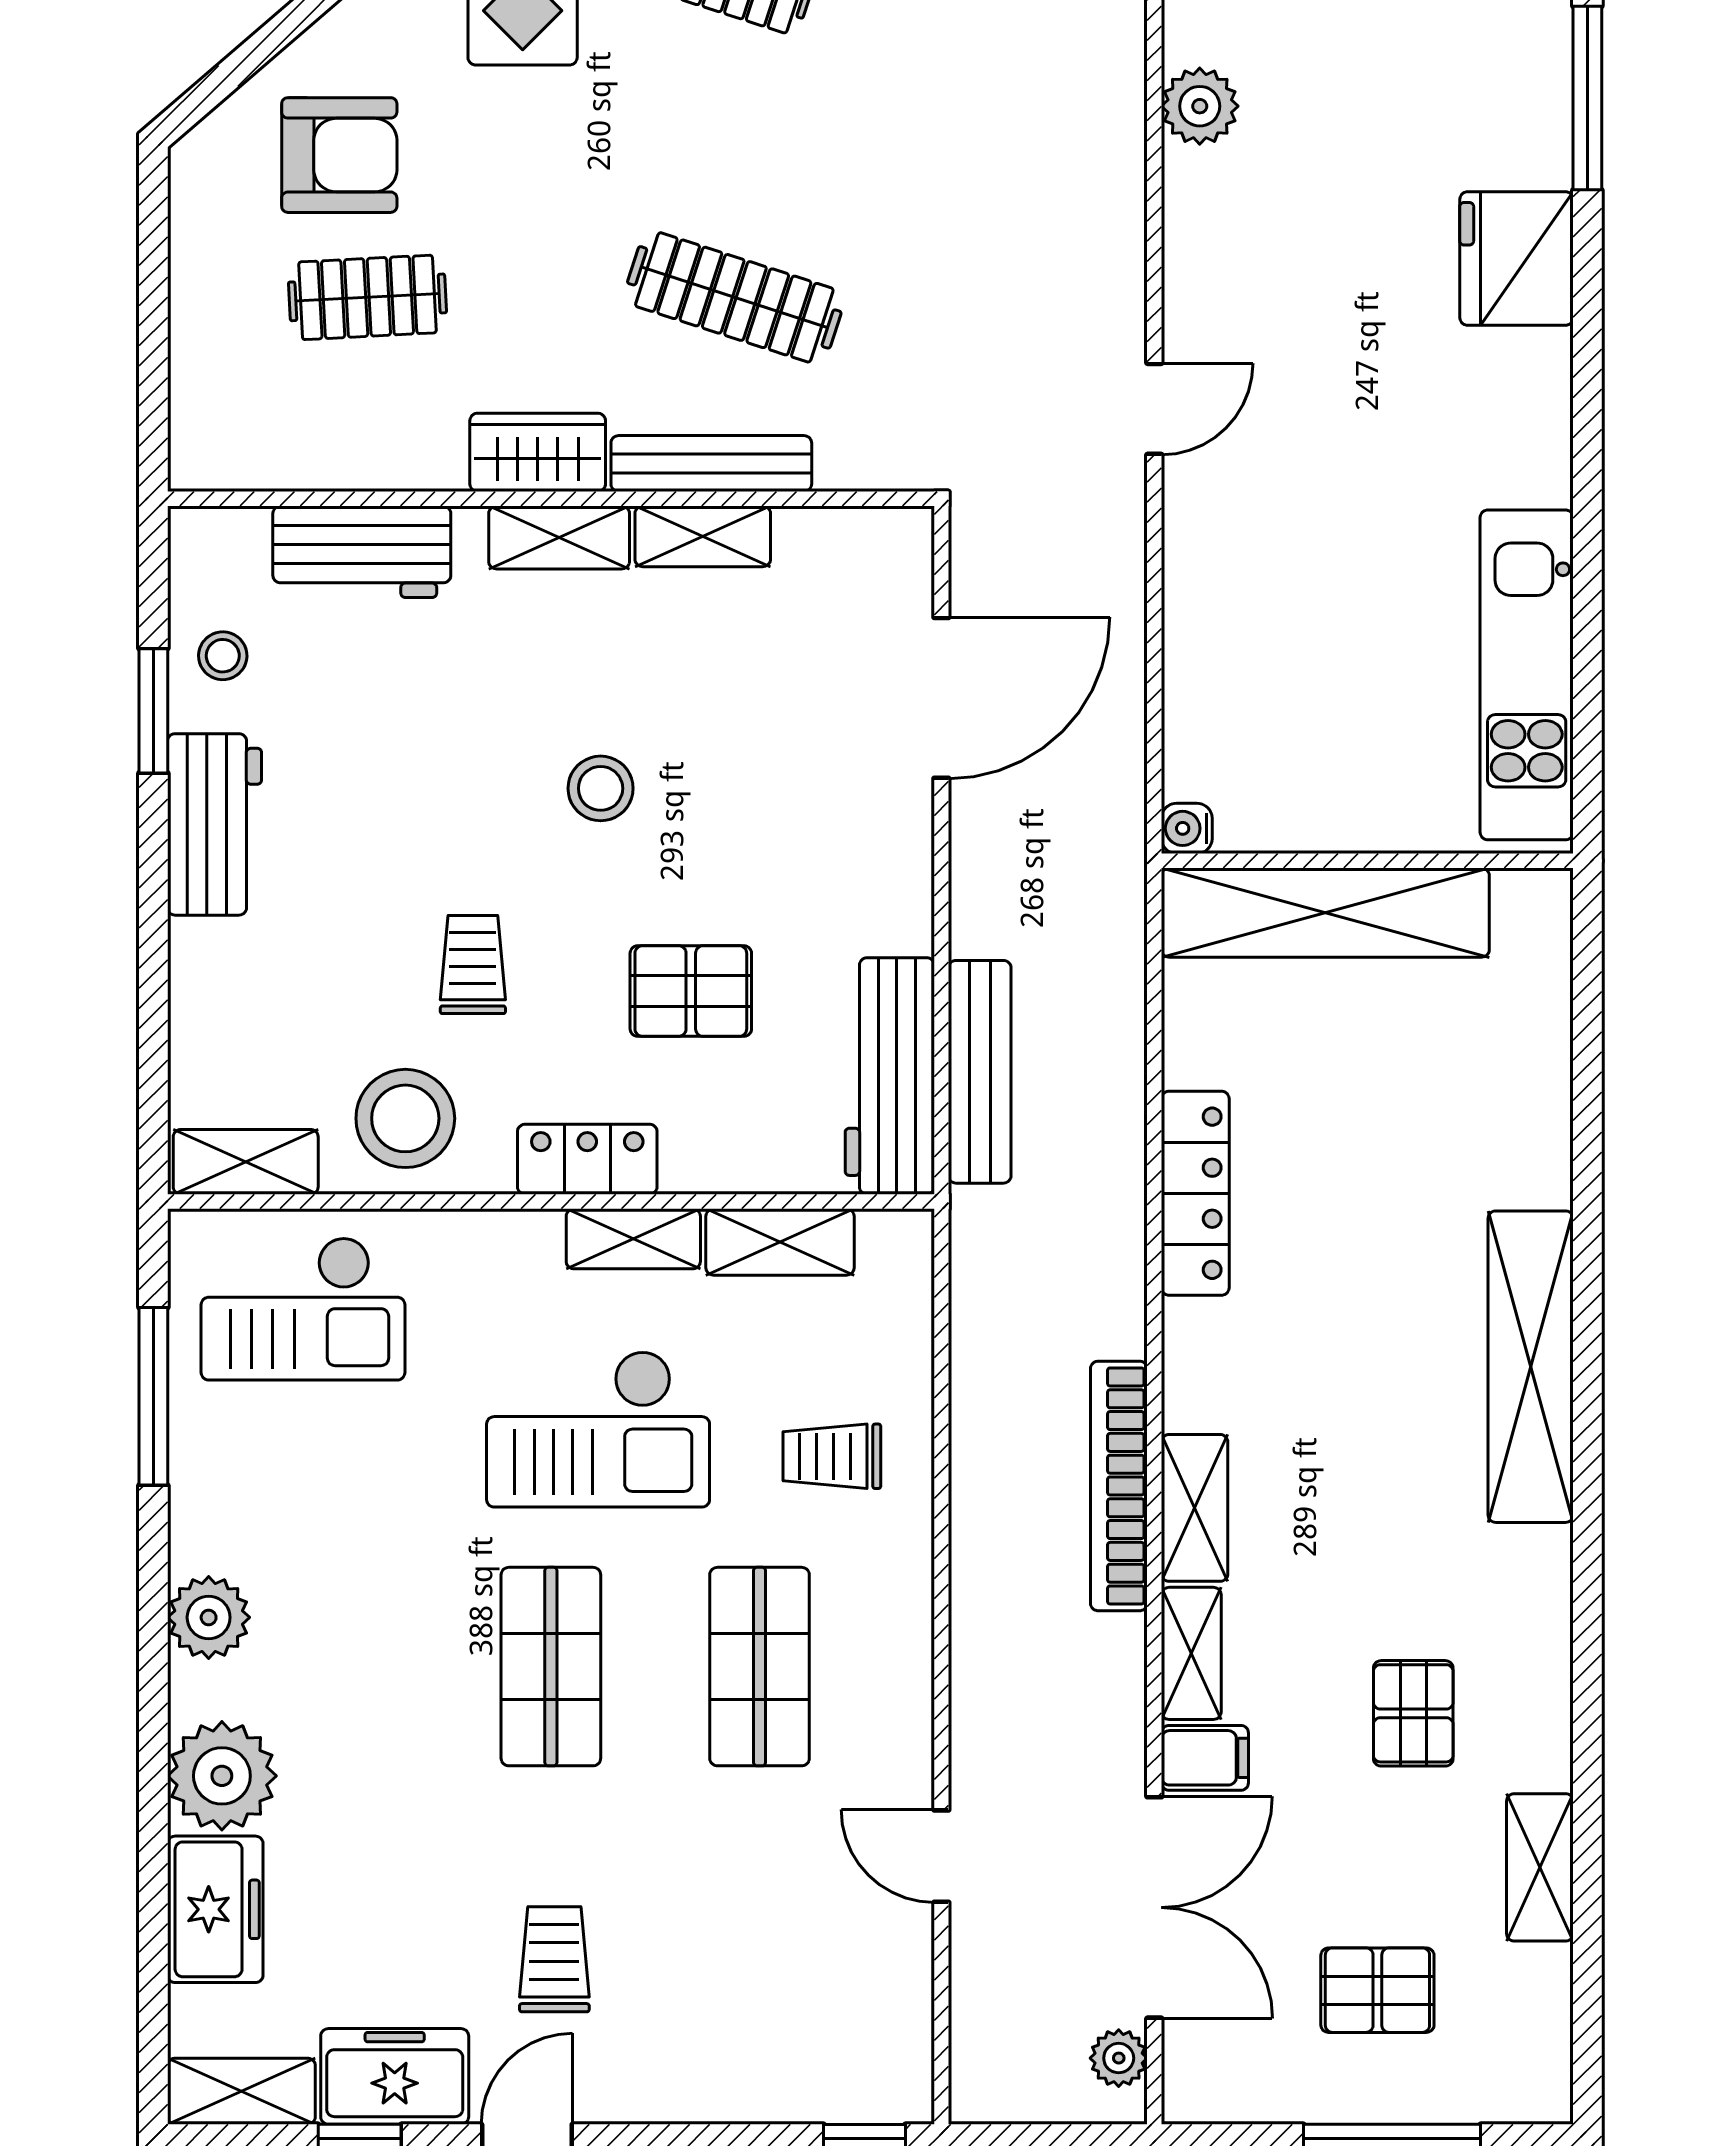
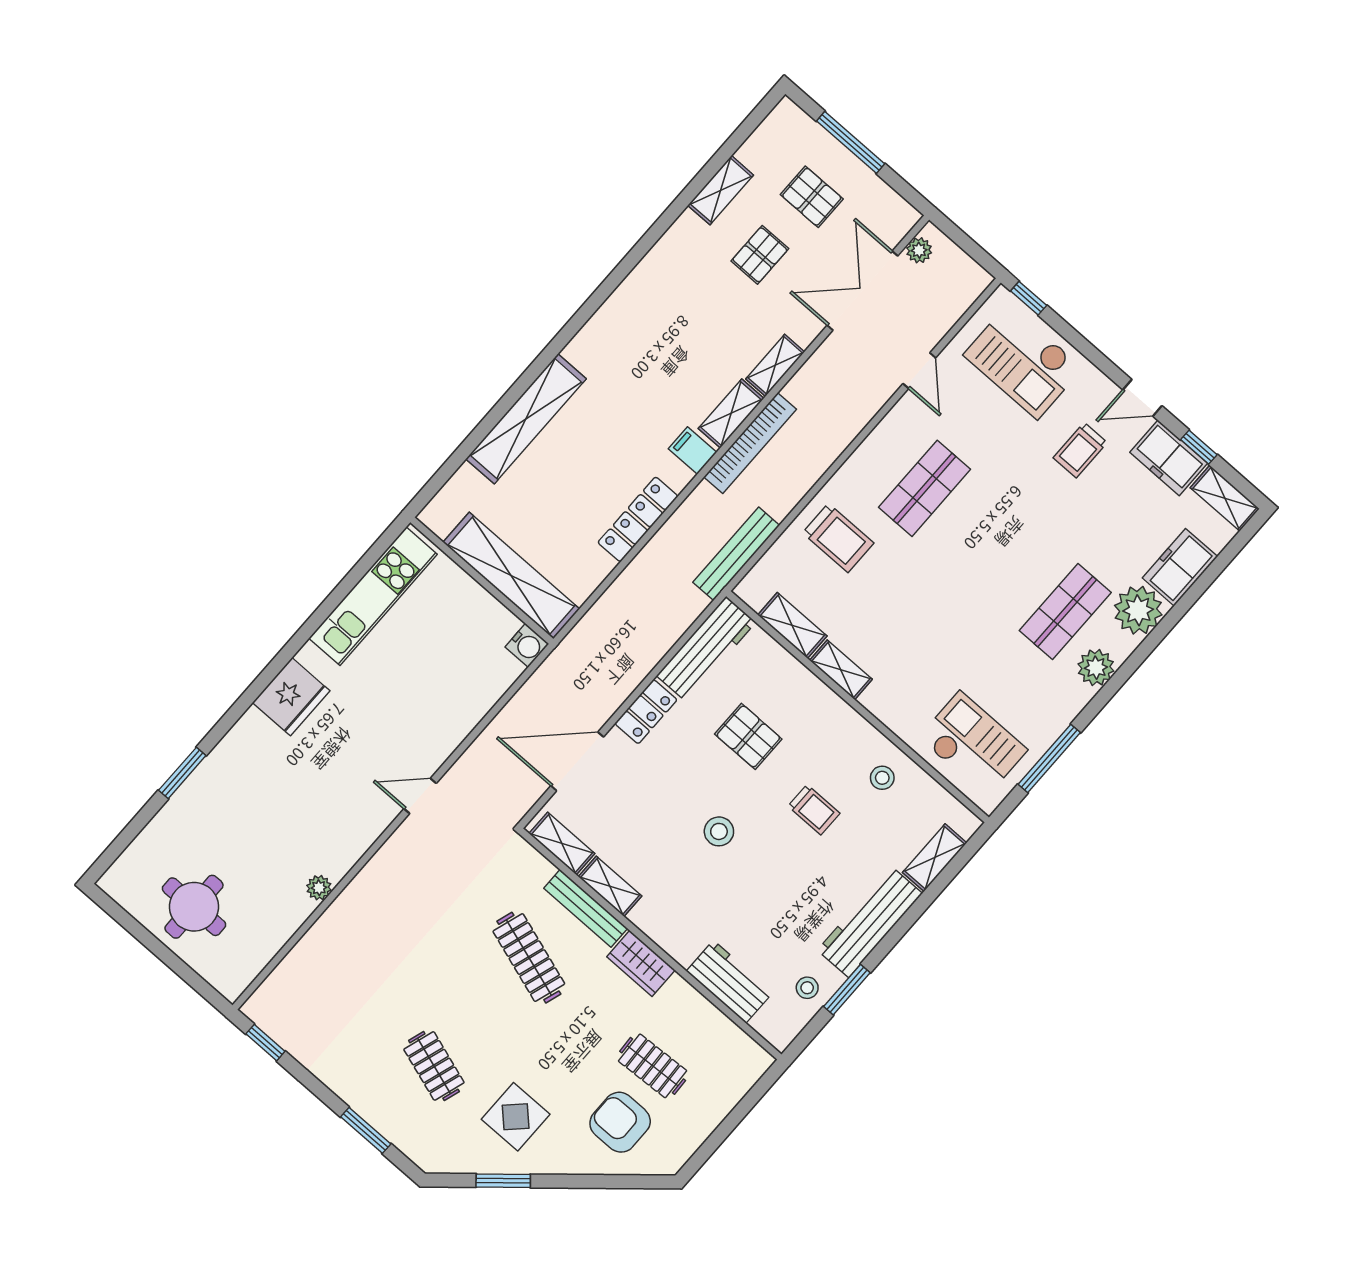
window: (1587, 98) -> (182, 773), width x0.69
plant: (1200, 106) -> (319, 888), width x0.73, depth x0.73
fridge: (1517, 258) -> (291, 697), moved
shelving: (559, 537) -> (562, 844), moved
workbench: (215, 824) -> (870, 922), width x1.38
water cooler: (1187, 828) -> (527, 645), width x1.38, depth x1.38
trolley: (473, 965) -> (814, 810), turned -90
bench: (980, 1072) -> (736, 554), moved
stool: (405, 1118) -> (882, 778), width x0.53, depth x0.53
locker: (587, 1159) -> (646, 712), moved, turned -90
shelving: (246, 1162) -> (935, 858), moved, turned 90
shelving: (1531, 1367) -> (526, 419), moved
checkout: (598, 1429) -> (1023, 361), moved, turned 180
trolley: (832, 1456) -> (838, 538), width x1.36, depth x1.39
shop shelf: (551, 1667) -> (1065, 612), moved
pallet: (1413, 1713) -> (760, 255), moved
filing cabinet: (1205, 1758) -> (692, 450), moved

